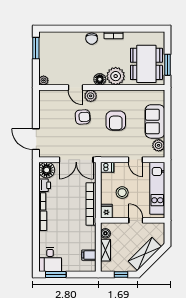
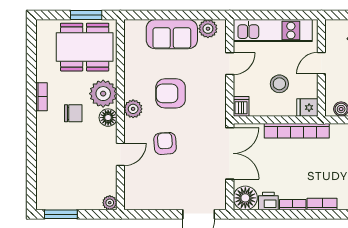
chair: (92, 39) -> (73, 113), moved
plant: (91, 96) -> (133, 109), moved
armchair: (116, 121) -> (171, 93), turned 180

